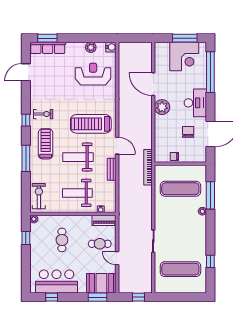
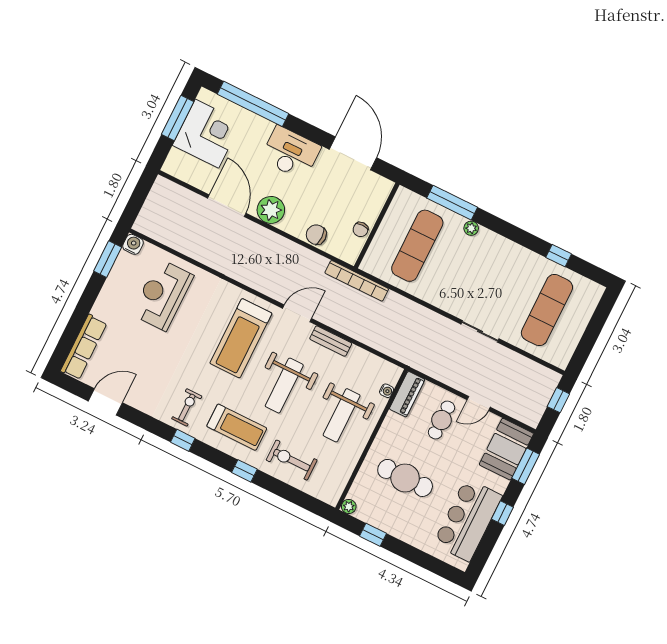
window: (47, 38) -> (108, 259), moved
plant: (91, 47) -> (117, 277), removed
door: (26, 72) -> (105, 402), swing flipped
door: (153, 84) -> (227, 206), swing flipped
chair: (188, 132) -> (316, 235), moved
treadmill: (46, 144) -> (237, 427), turned 180
window: (26, 158) -> (244, 471), width x0.46
exercise bike: (39, 196) -> (292, 460), moved
cafe table: (62, 240) -> (405, 478), width x1.37, depth x1.35
window: (52, 297) -> (502, 513), moved

